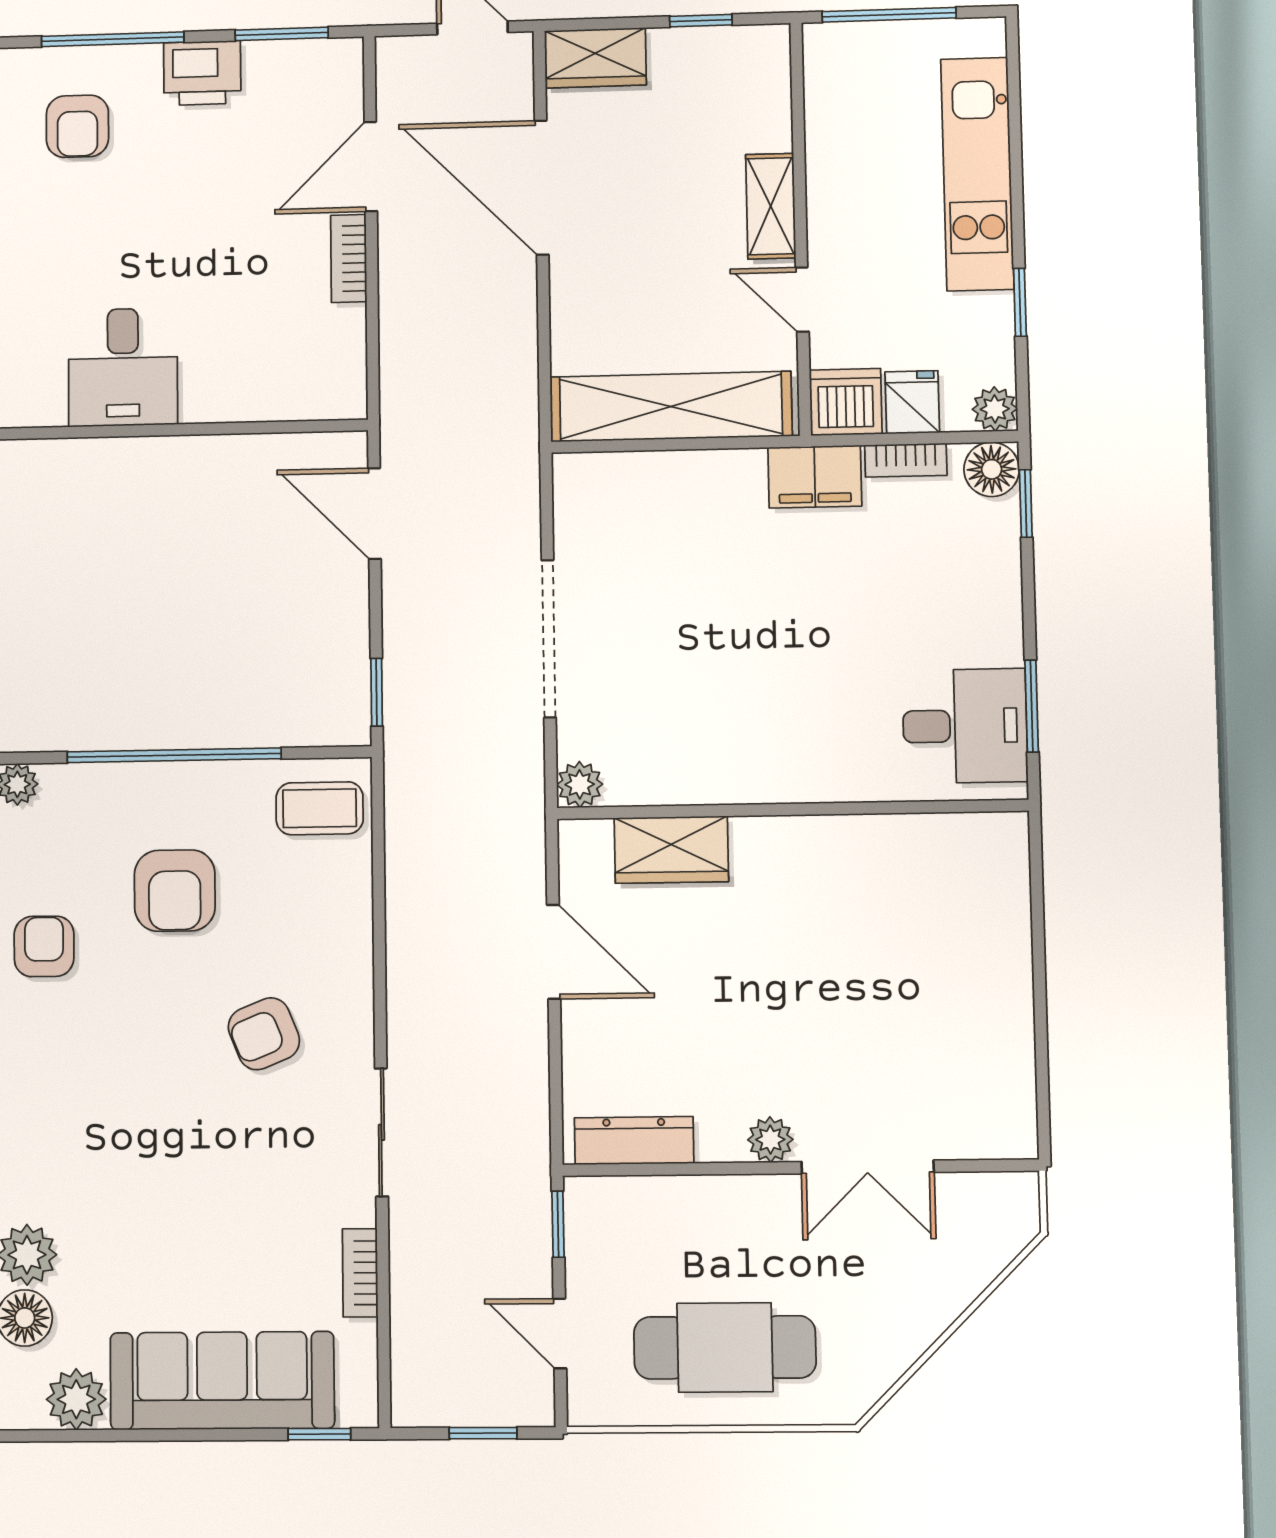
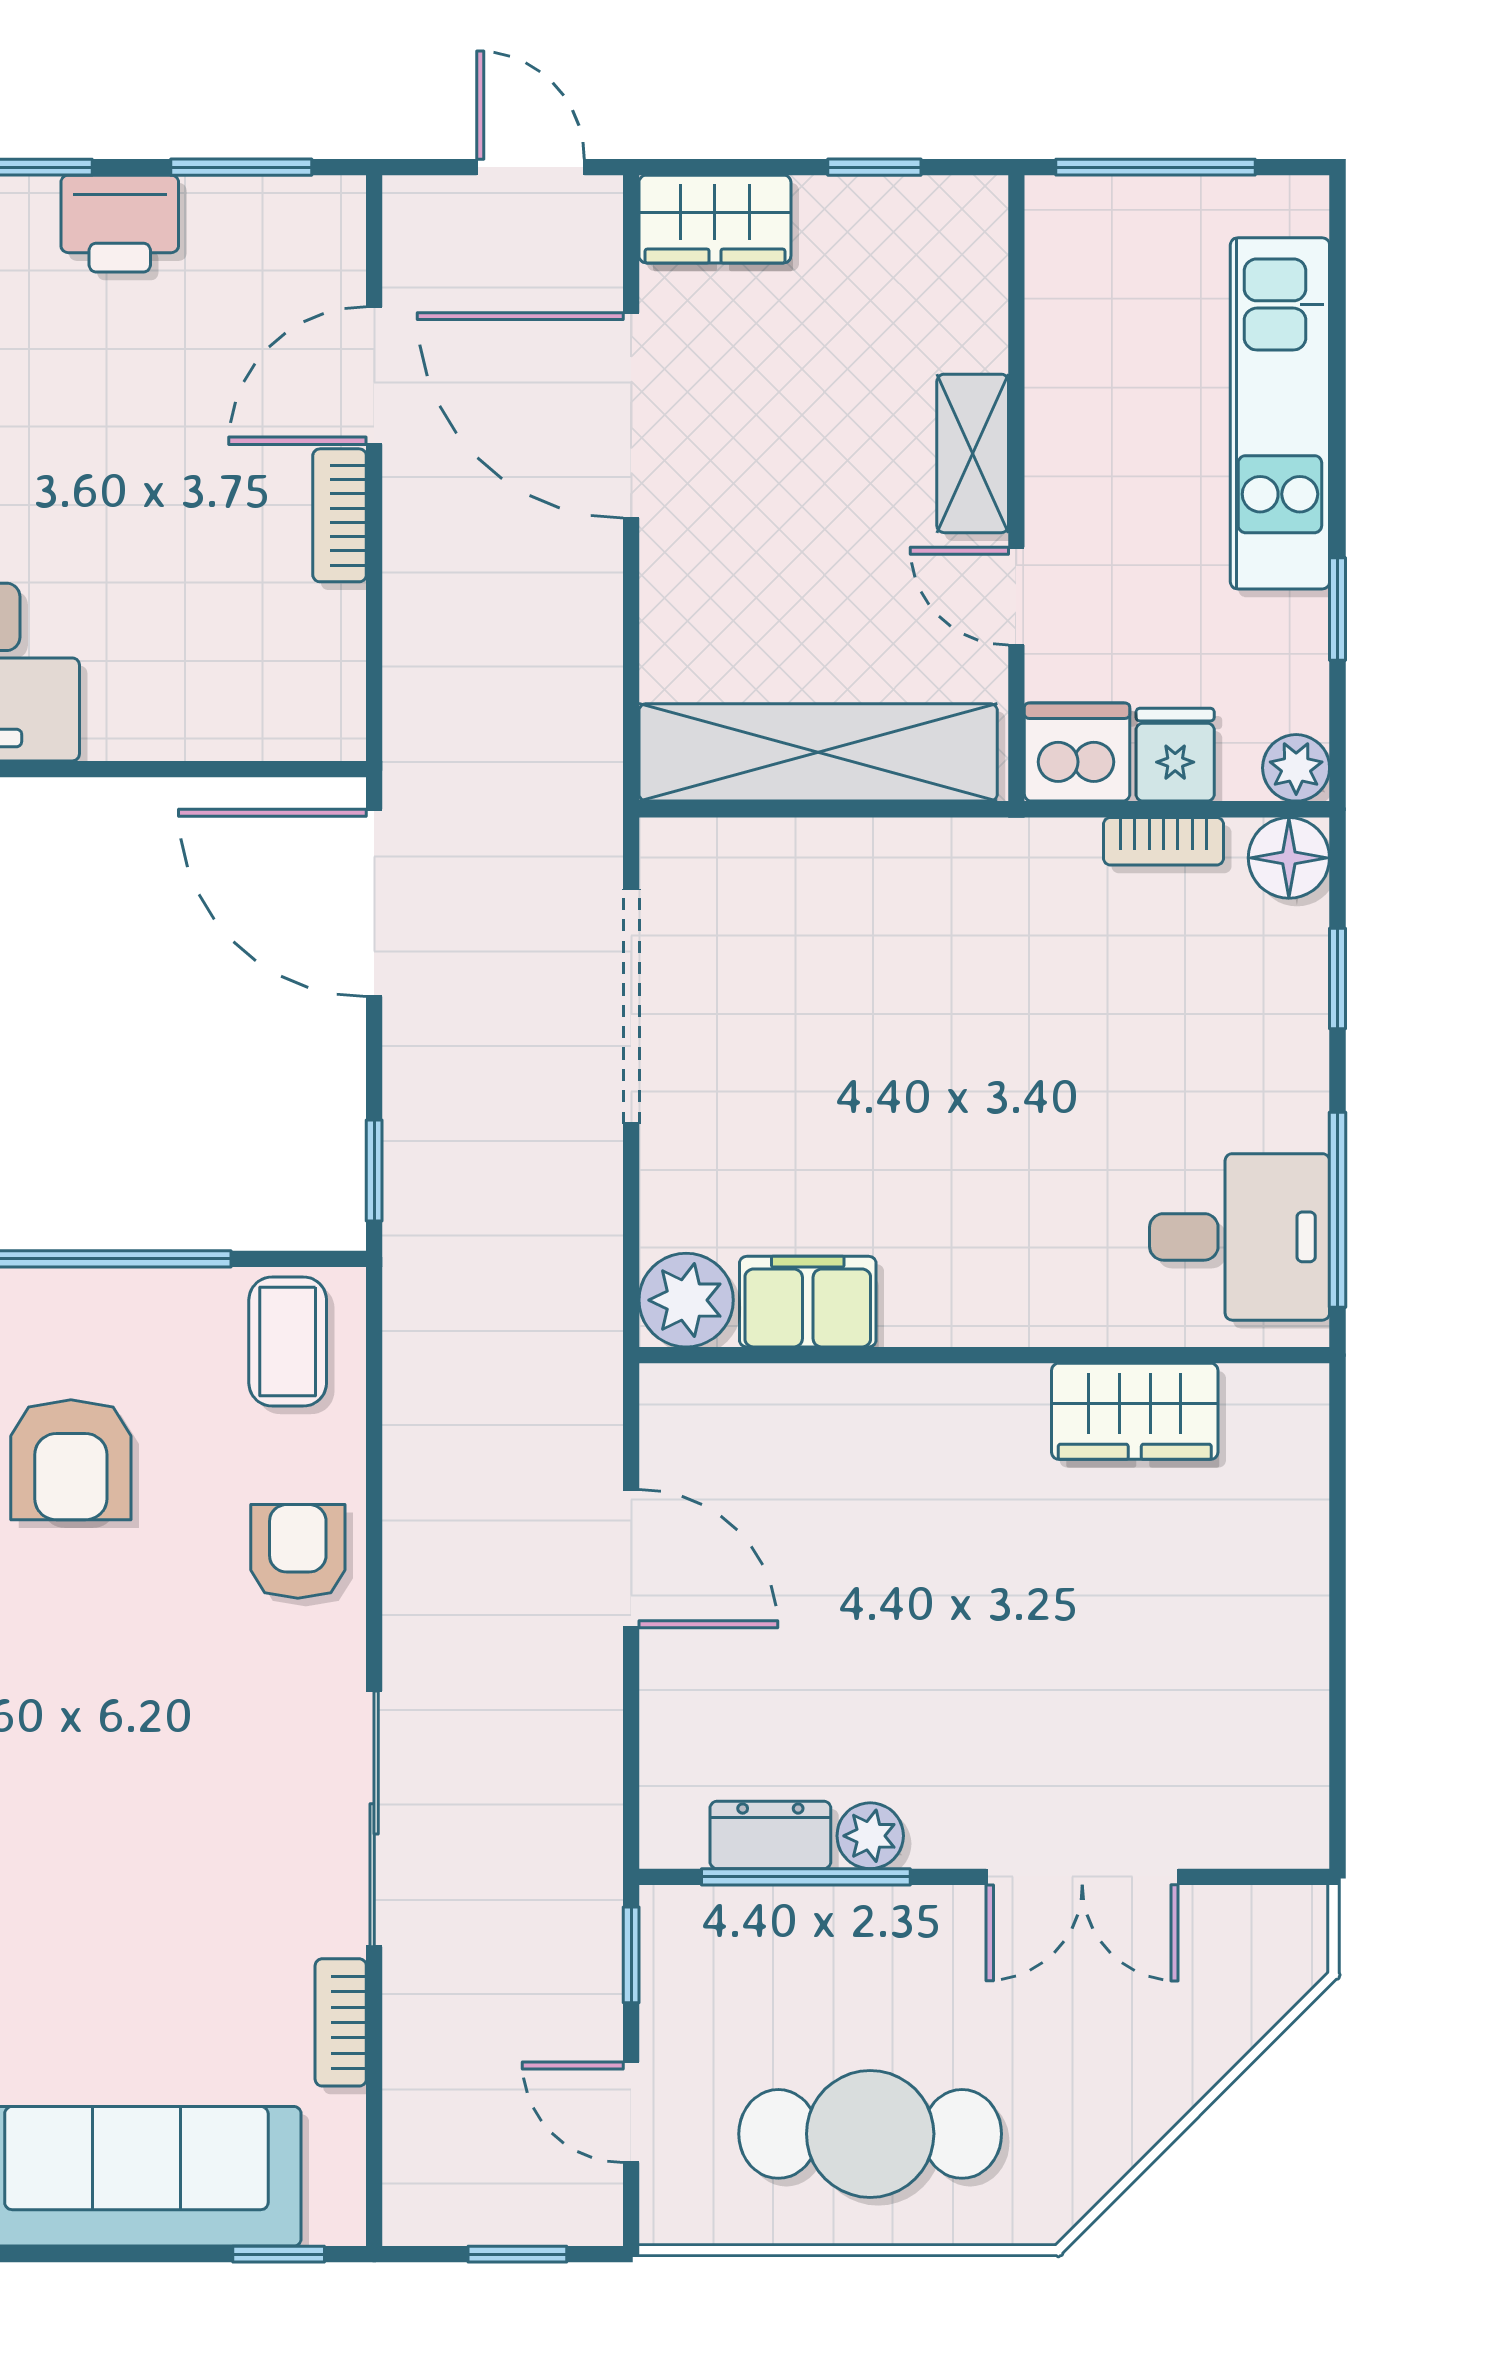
filing cabinet: (815, 477) -> (808, 1302), moved, turned 180
window: (1026, 503) -> (1338, 978), moved
door: (375, 514) -> (374, 903), width x1.36
doorway: (549, 639) -> (631, 1006), moved
window: (1032, 706) -> (1338, 1210), width x1.44
plant: (580, 784) -> (686, 1300), width x1.38, depth x1.38
coffee table: (320, 808) -> (288, 1342), turned 90
wardrobe: (671, 850) -> (1135, 1411), moved
armchair: (264, 1034) -> (298, 1551), moved, turned 112
sliding door: (381, 1132) -> (374, 1819), width x1.37
plant: (770, 1140) -> (870, 1836), moved
dresser: (634, 1141) -> (770, 1835), width x0.70
window: (677, 1169) -> (806, 1877), added

